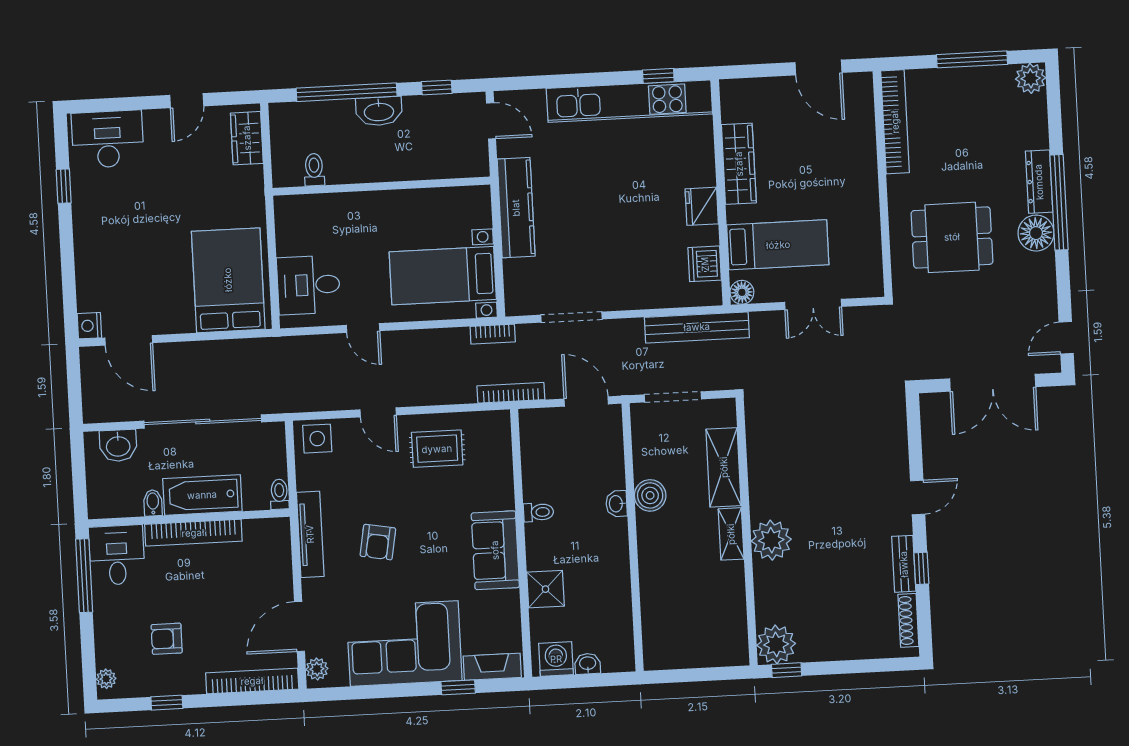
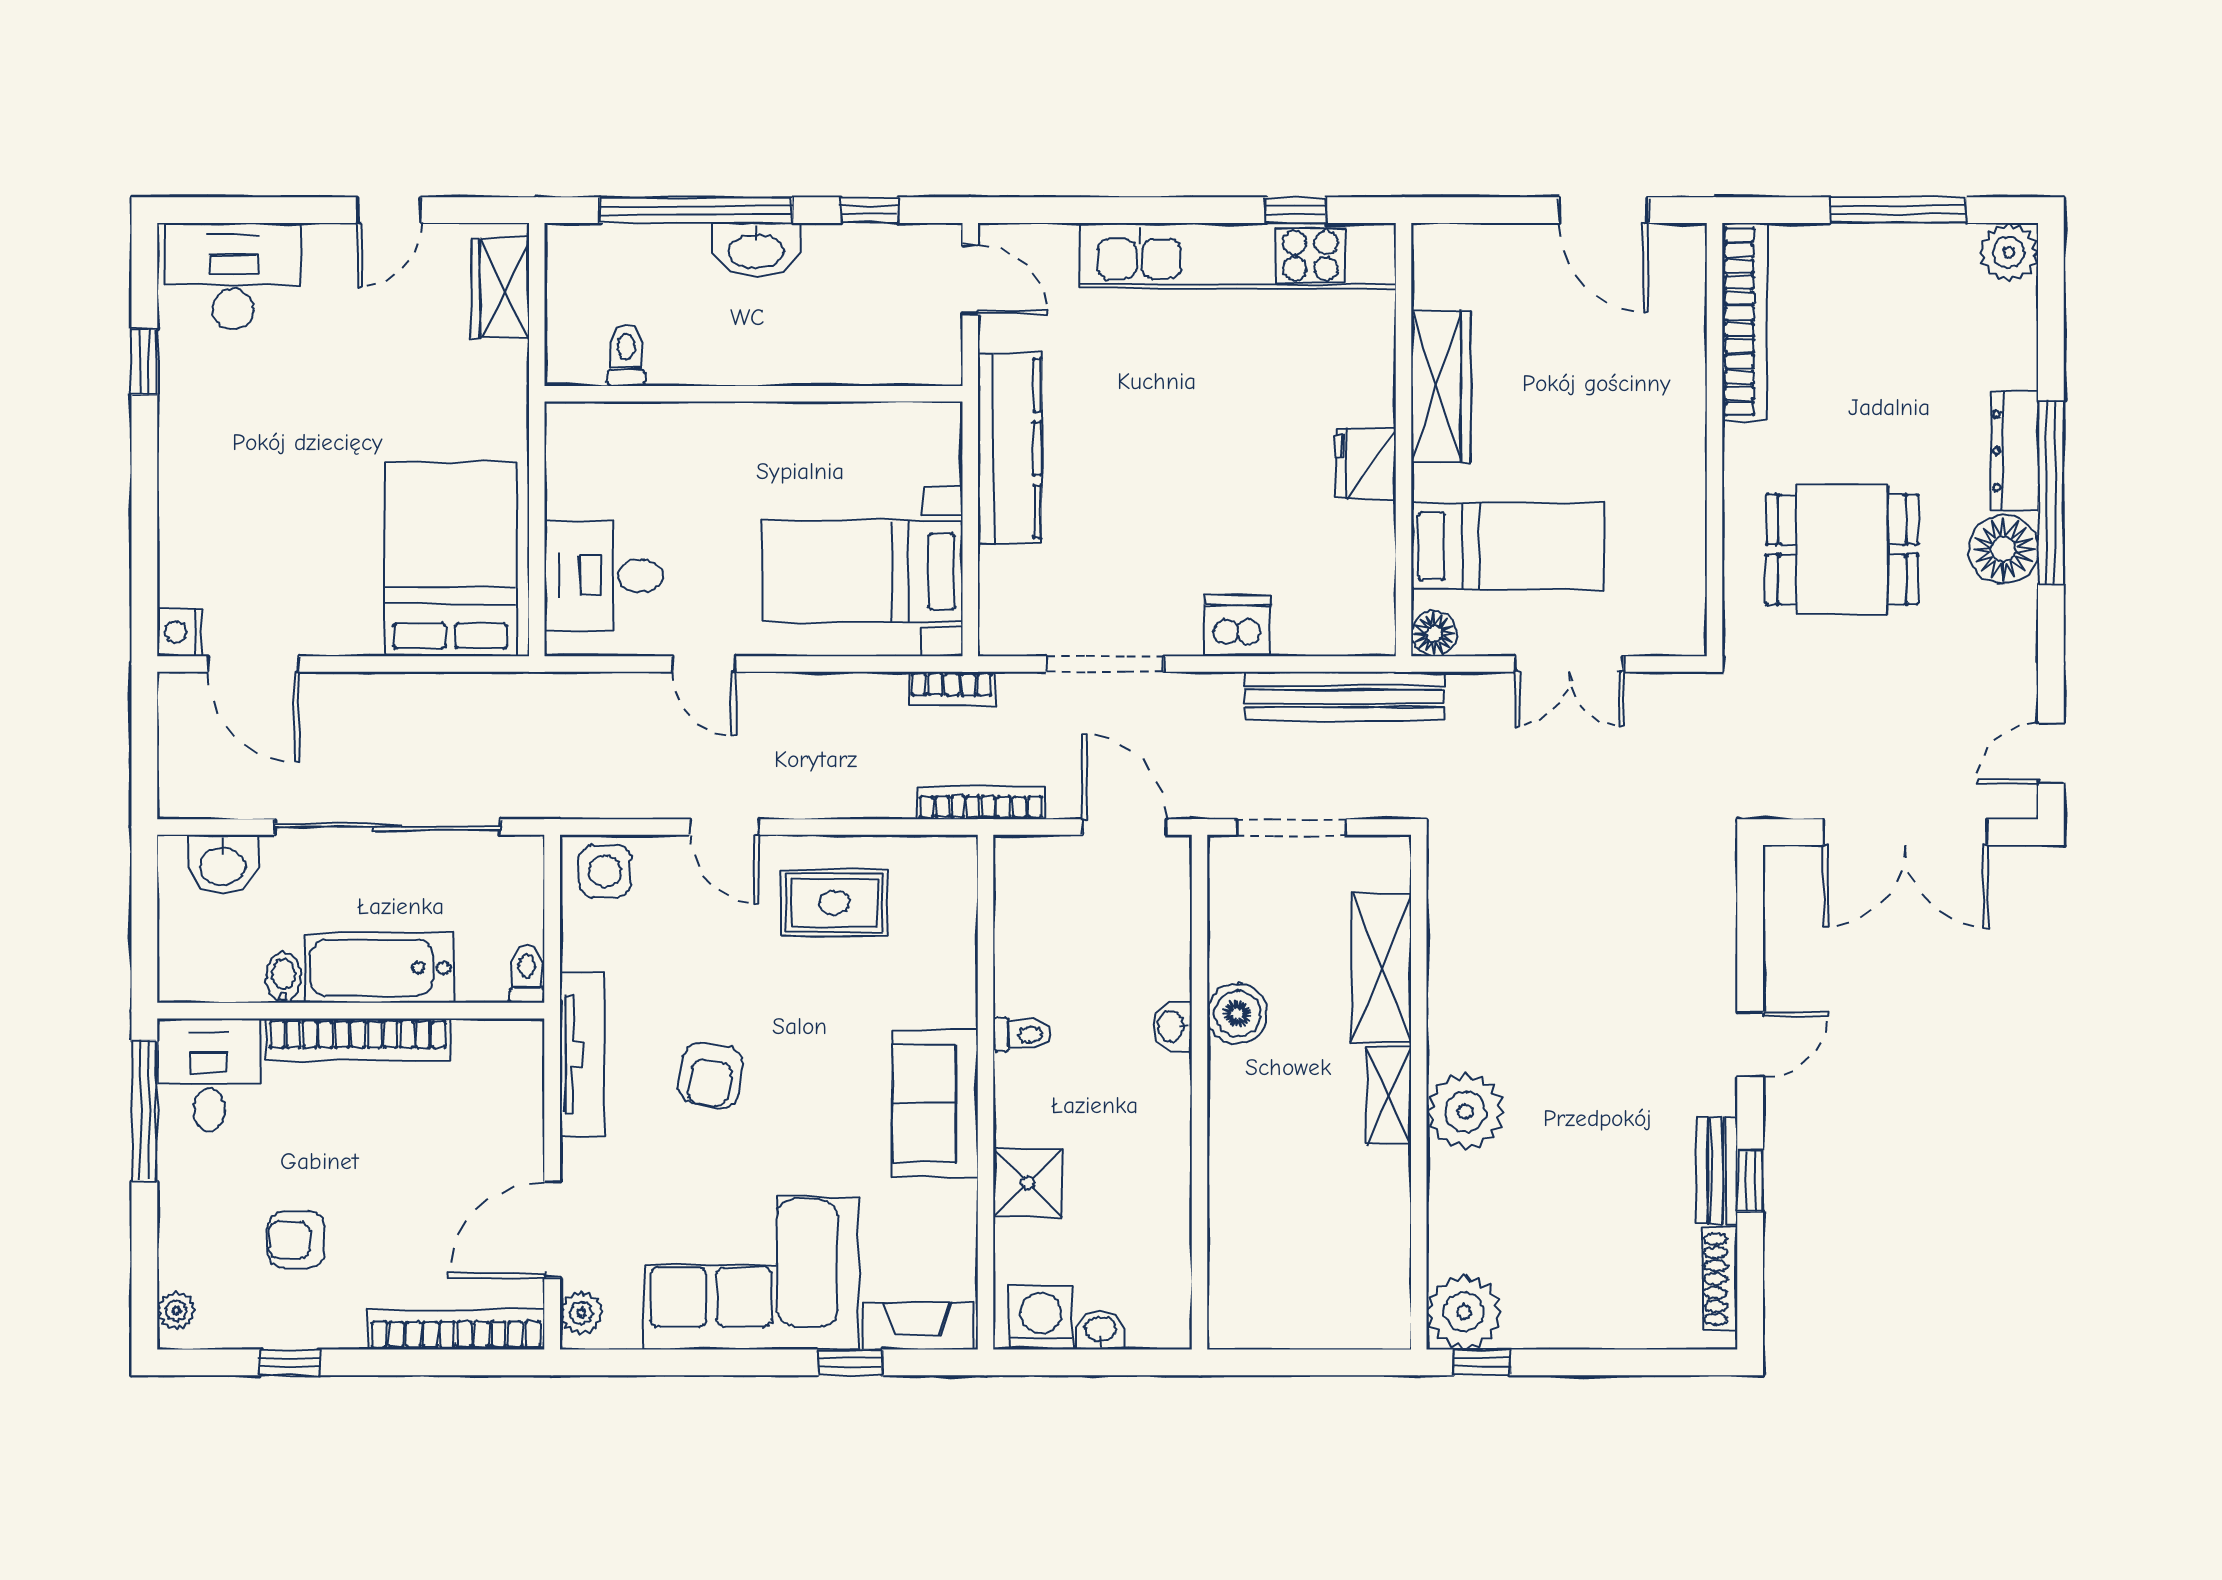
dishwasher: (705, 264) -> (1237, 626), moved, turned 90

